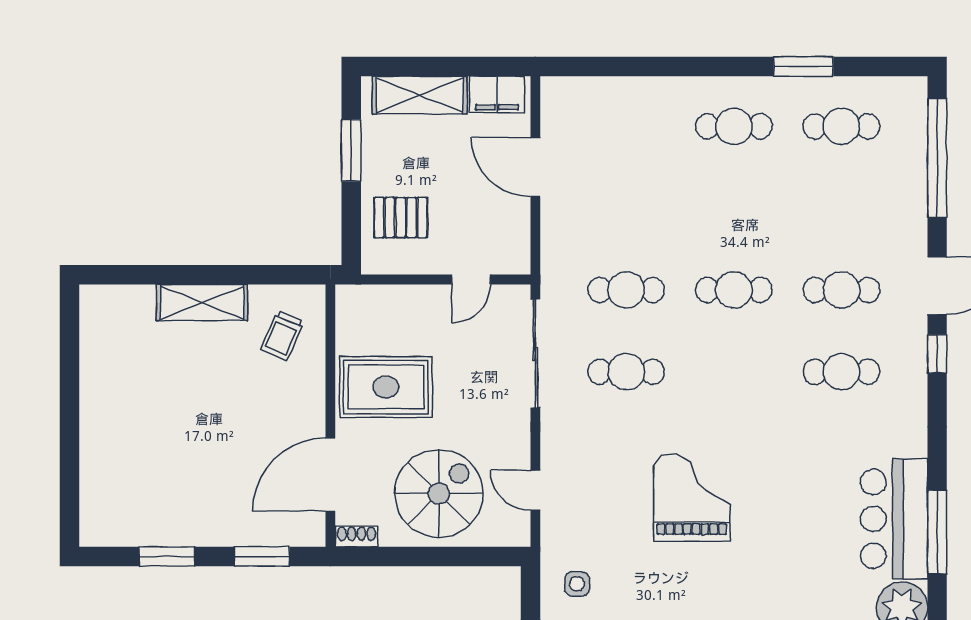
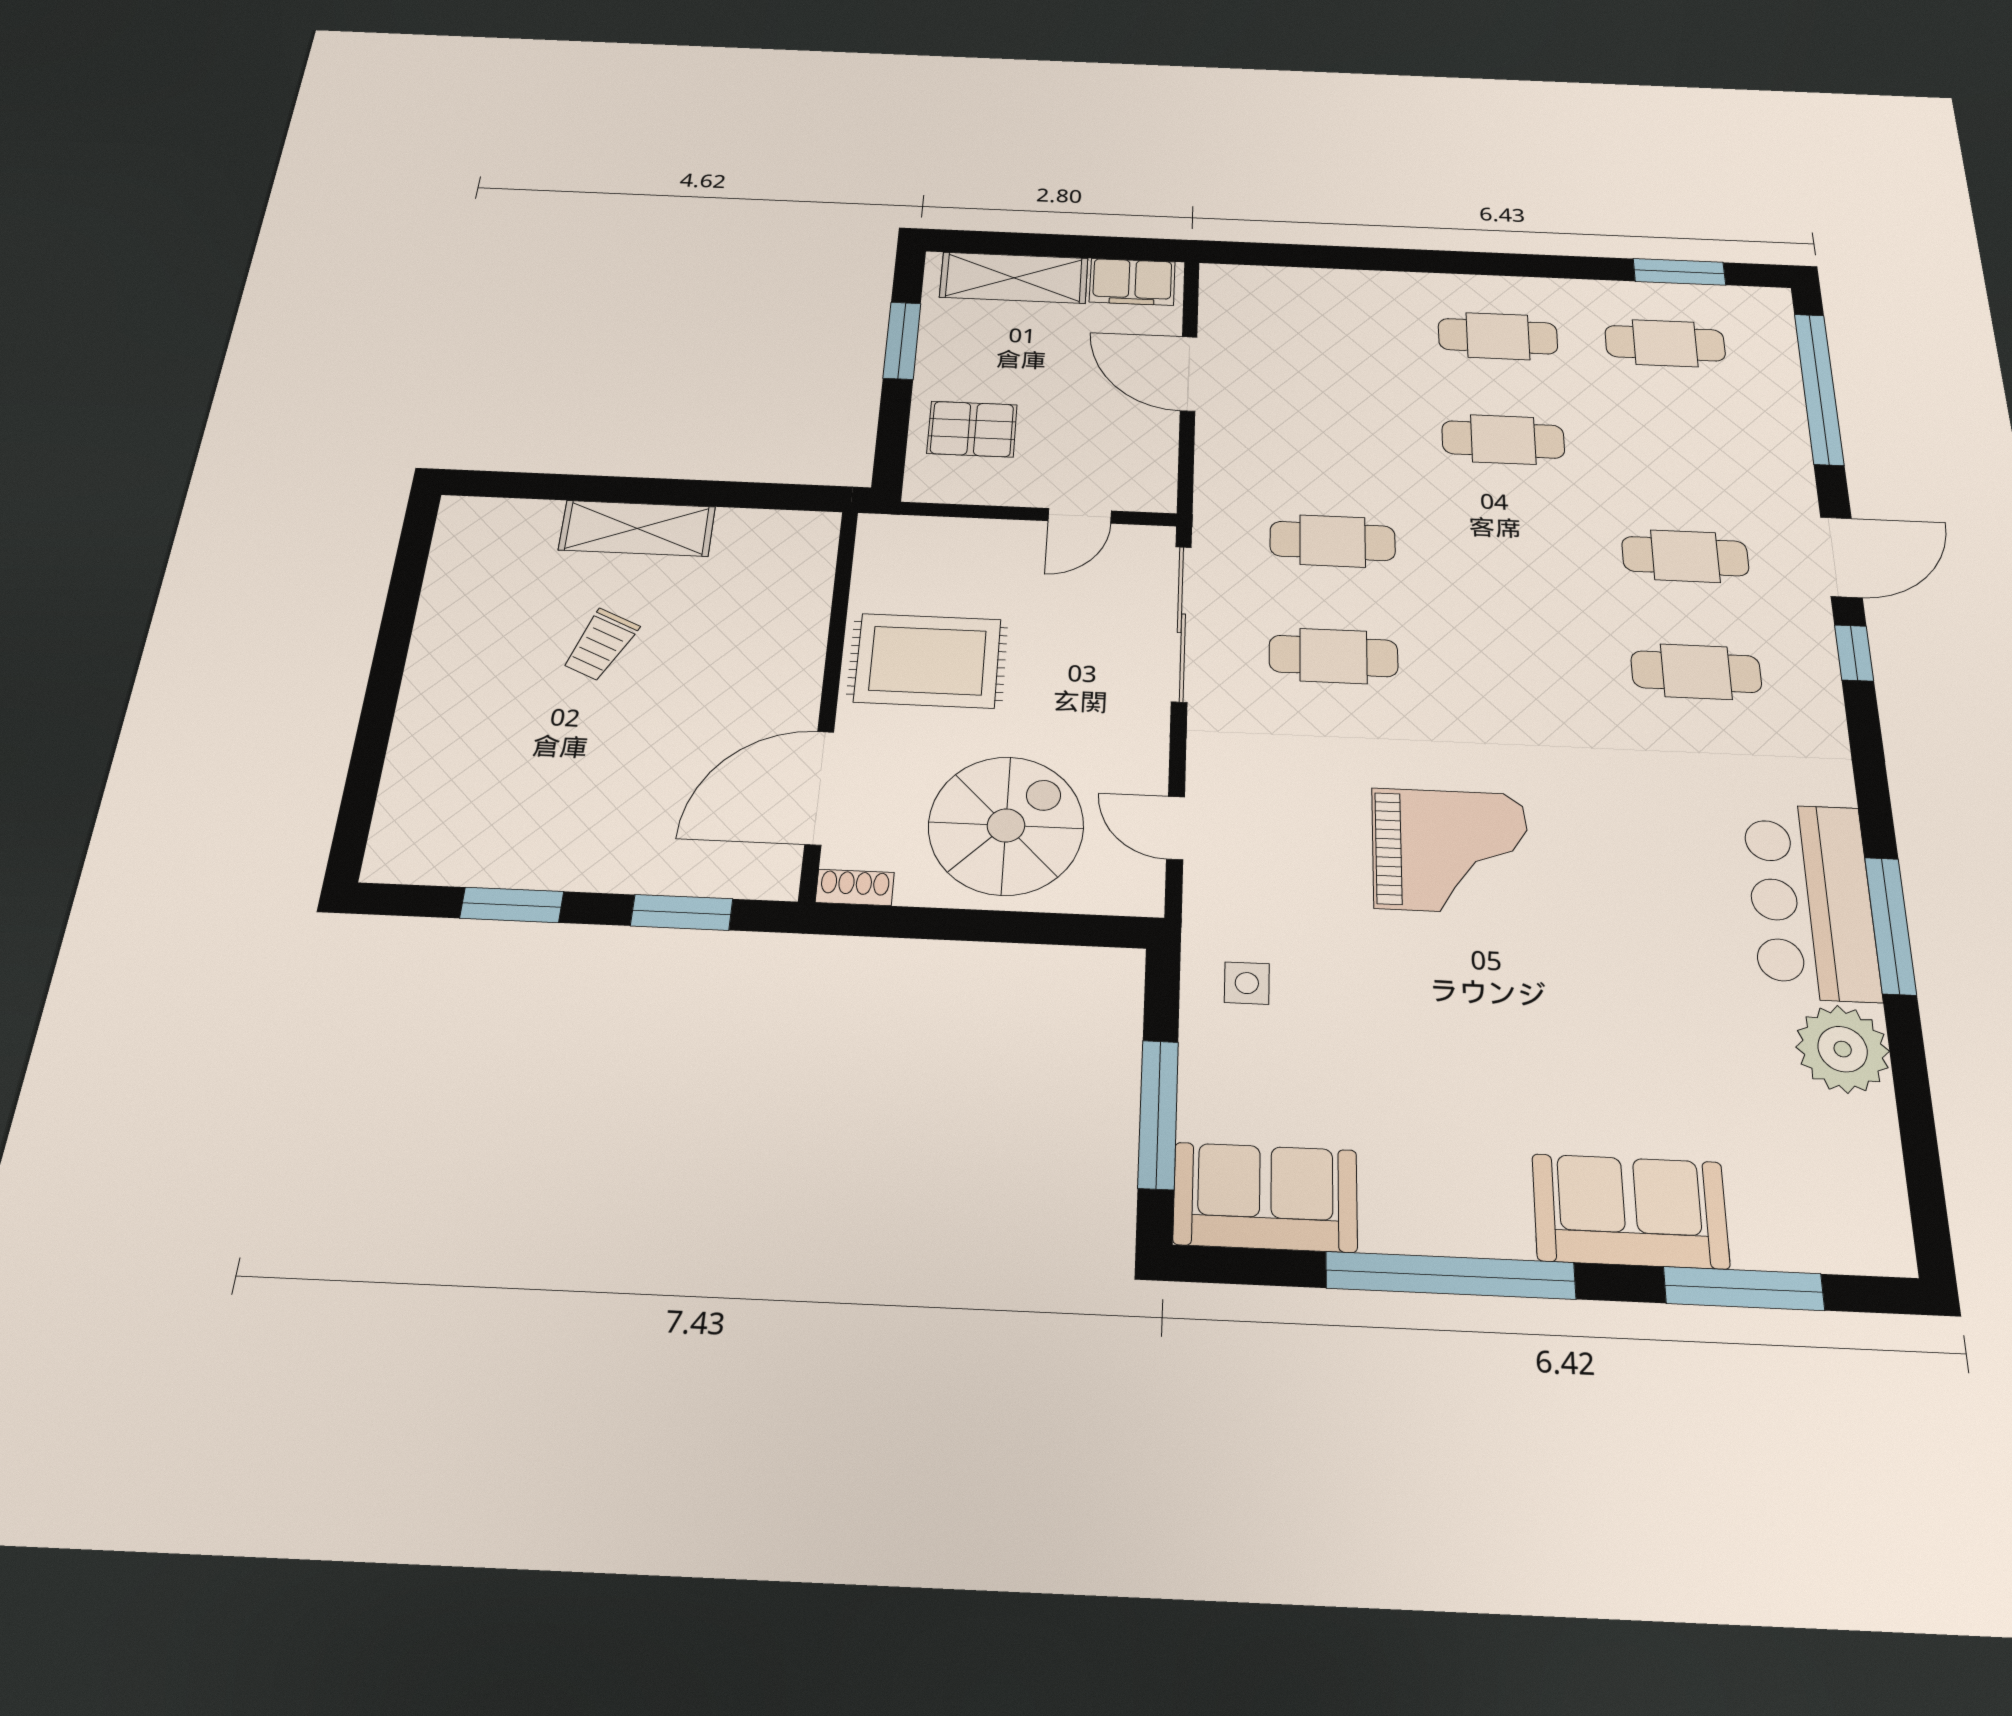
window: (803, 67) -> (1679, 272), moved
cafe table: (734, 290) -> (1503, 440), moved
trolley: (282, 335) -> (600, 645), moved
grand piano: (692, 497) -> (1450, 851), turned 90

